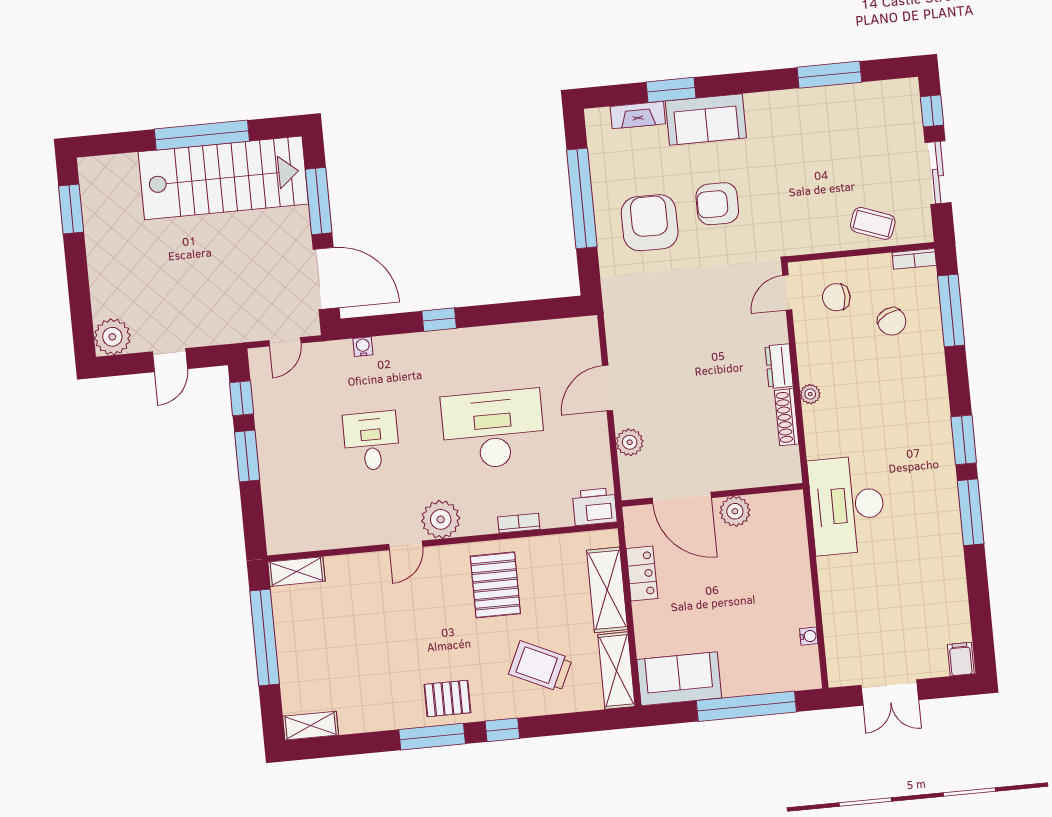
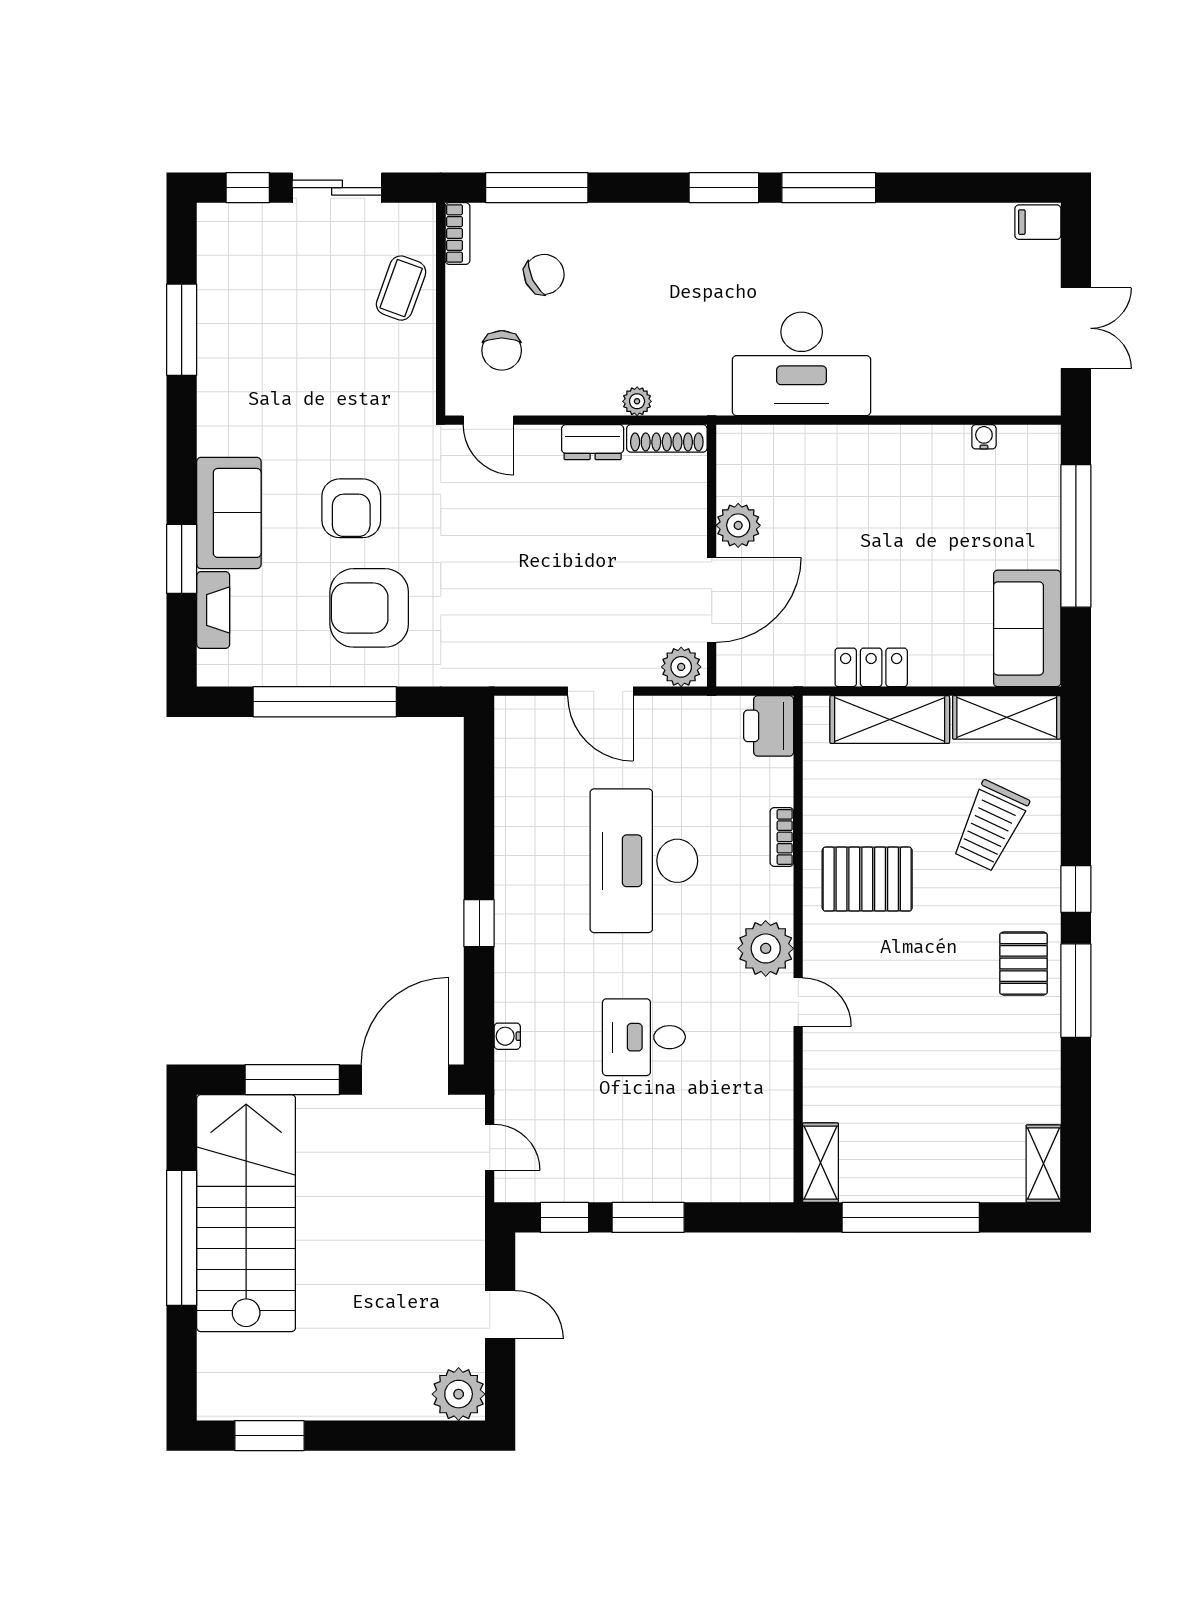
wall: (712, 495) -> (712, 556), moved
door: (682, 498) -> (712, 600), moved
plant: (735, 511) -> (738, 525), moved

